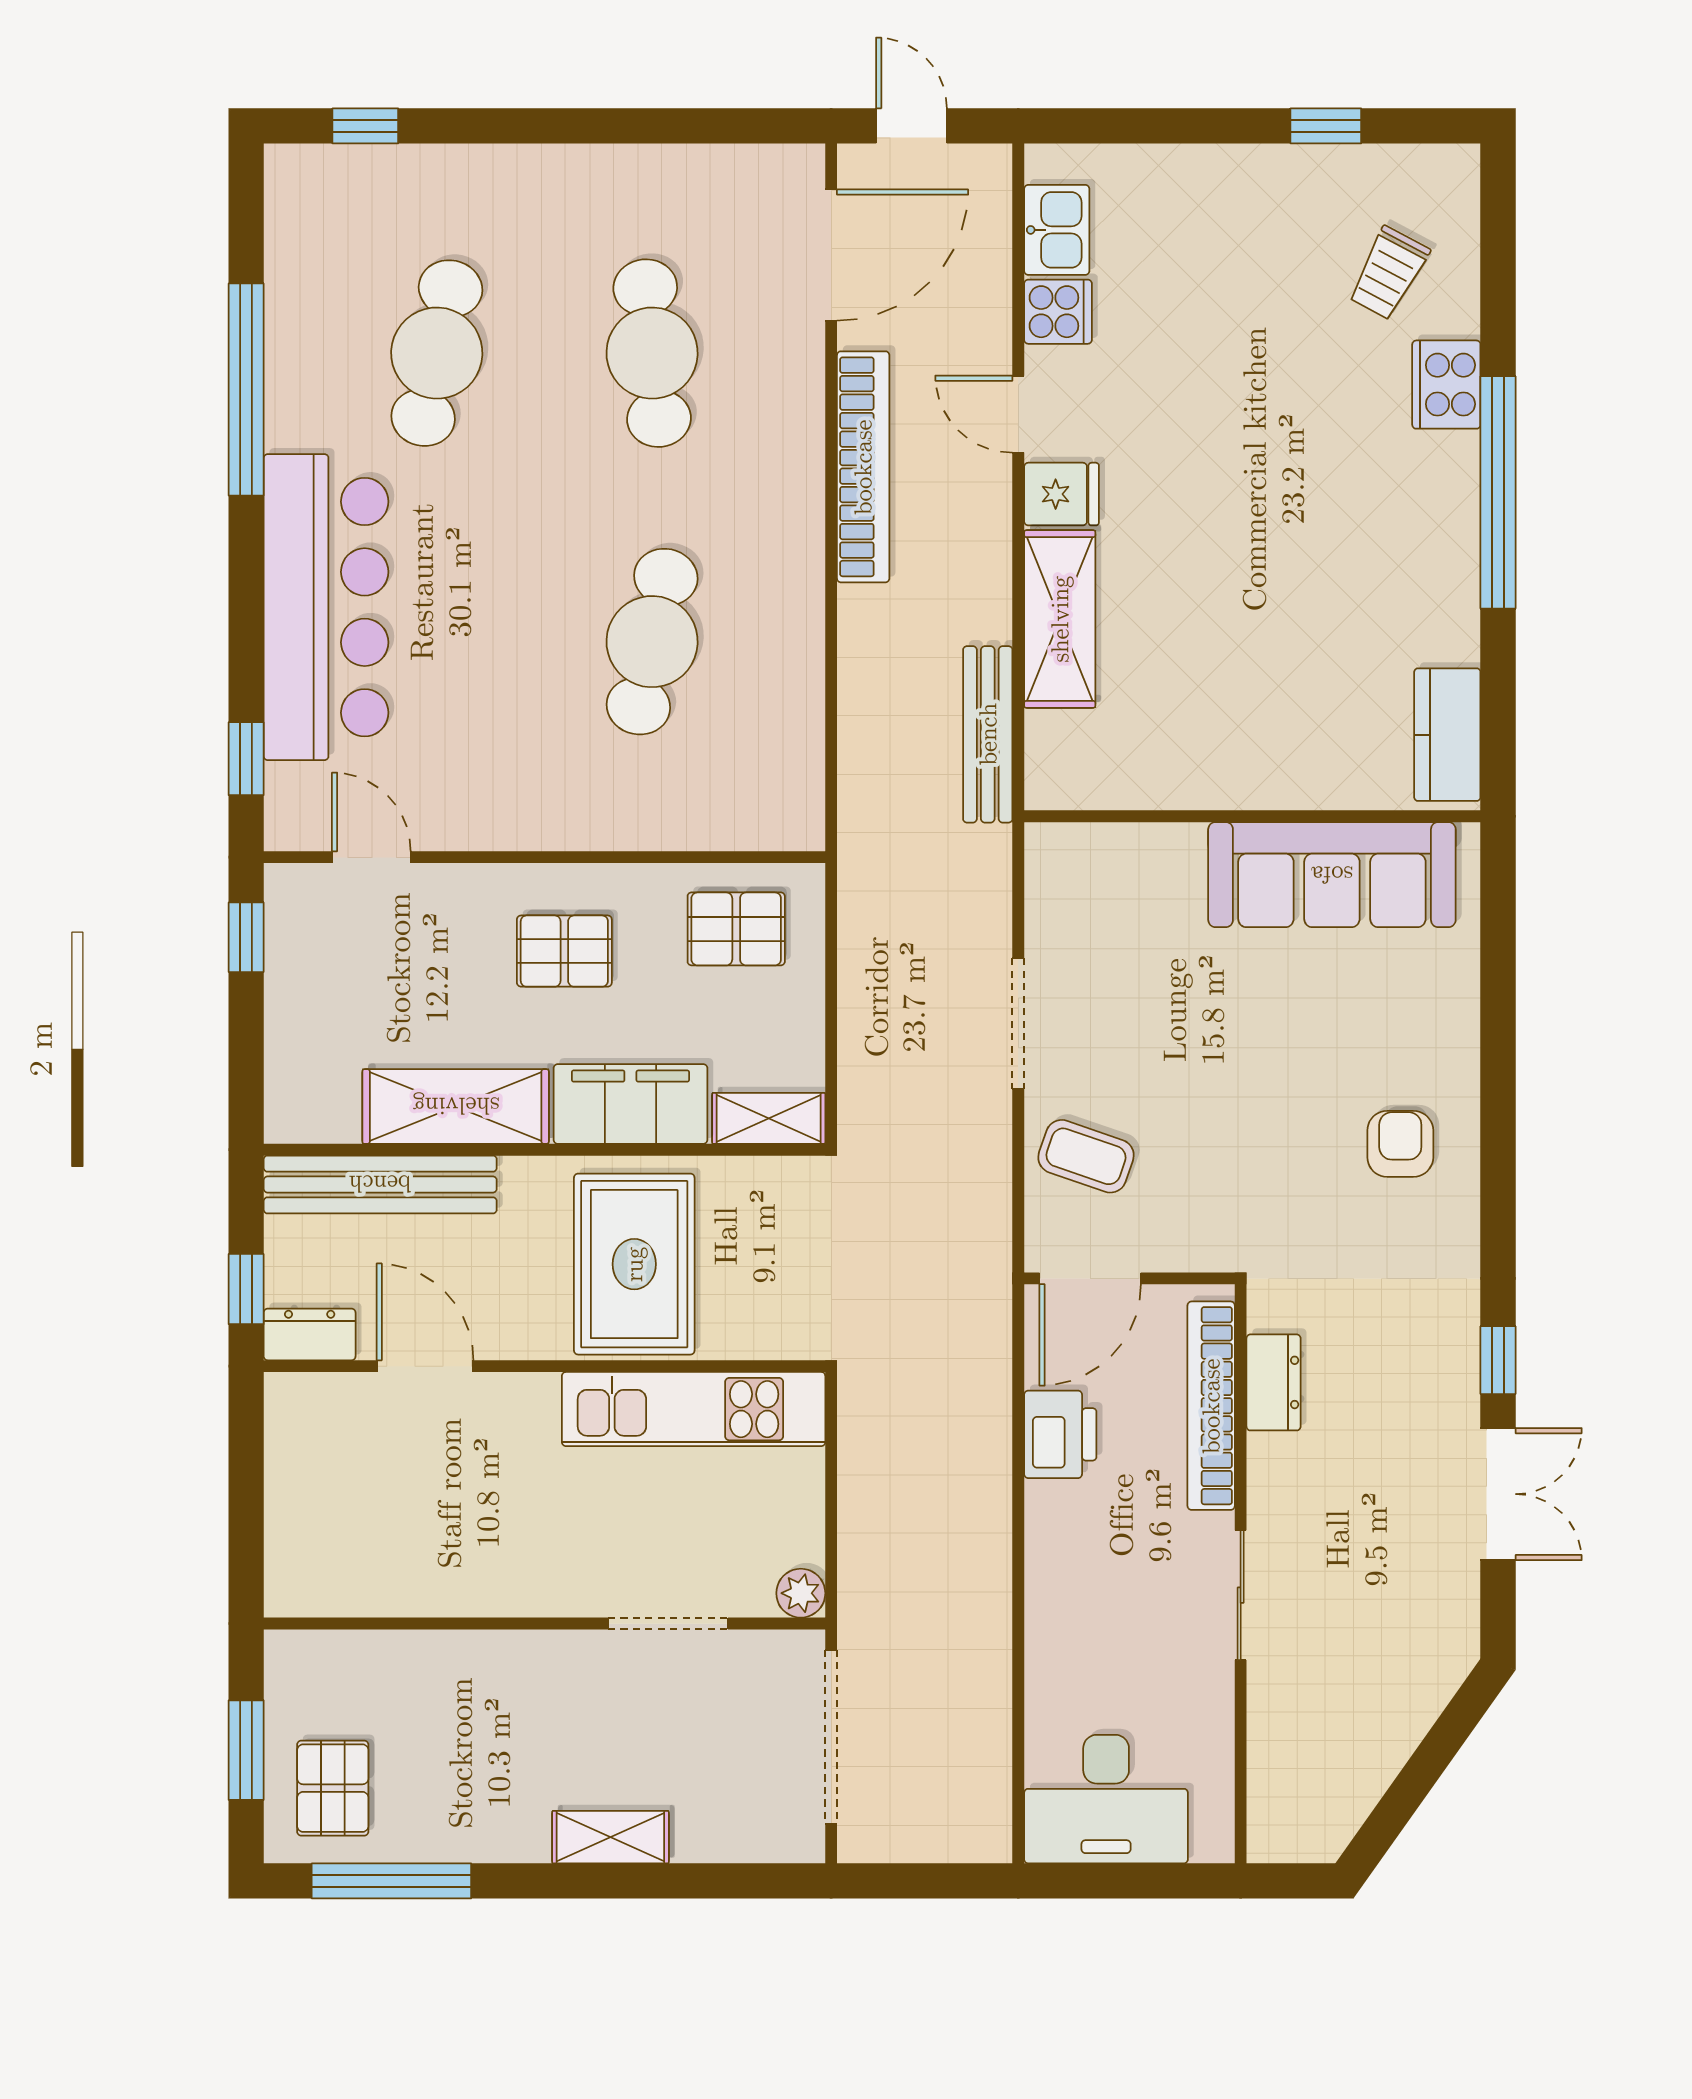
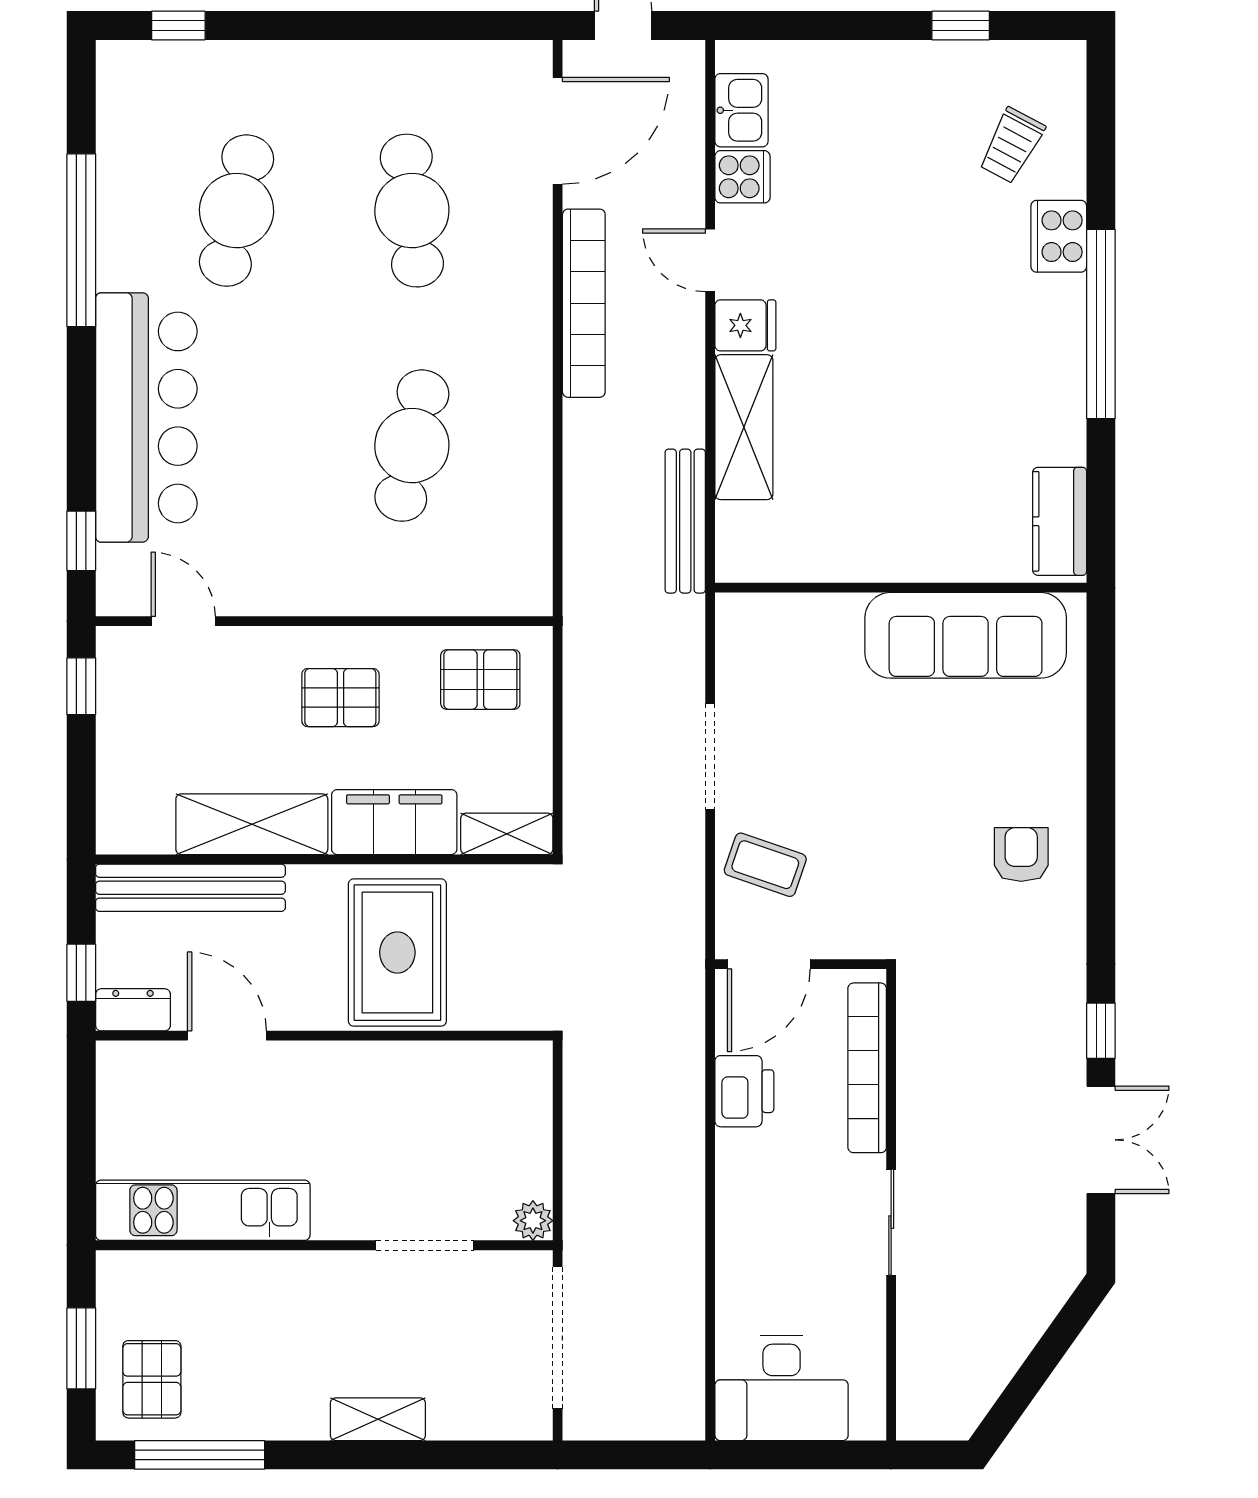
dresser: (1274, 1382) -> (918, 1049), removed
kitchen unit: (694, 1409) -> (203, 1210), moved, turned 180

